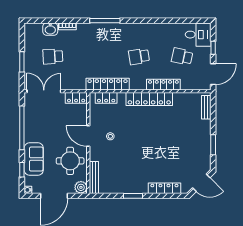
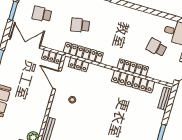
school desk: (139, 57) -> (80, 25), moved
locker: (149, 99) -> (133, 82), moved
door: (88, 136) -> (57, 80), moved
round table: (70, 161) -> (30, 111), removed

